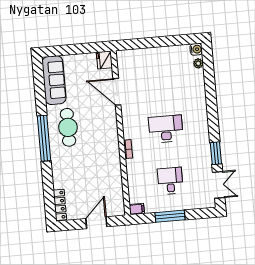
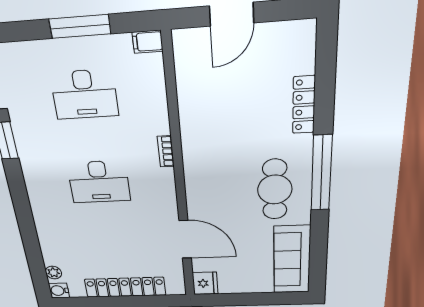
locker: (154, 54) -> (125, 287), added
desk: (170, 181) -> (84, 94), width x1.37
locker: (60, 205) -> (304, 105), moved

